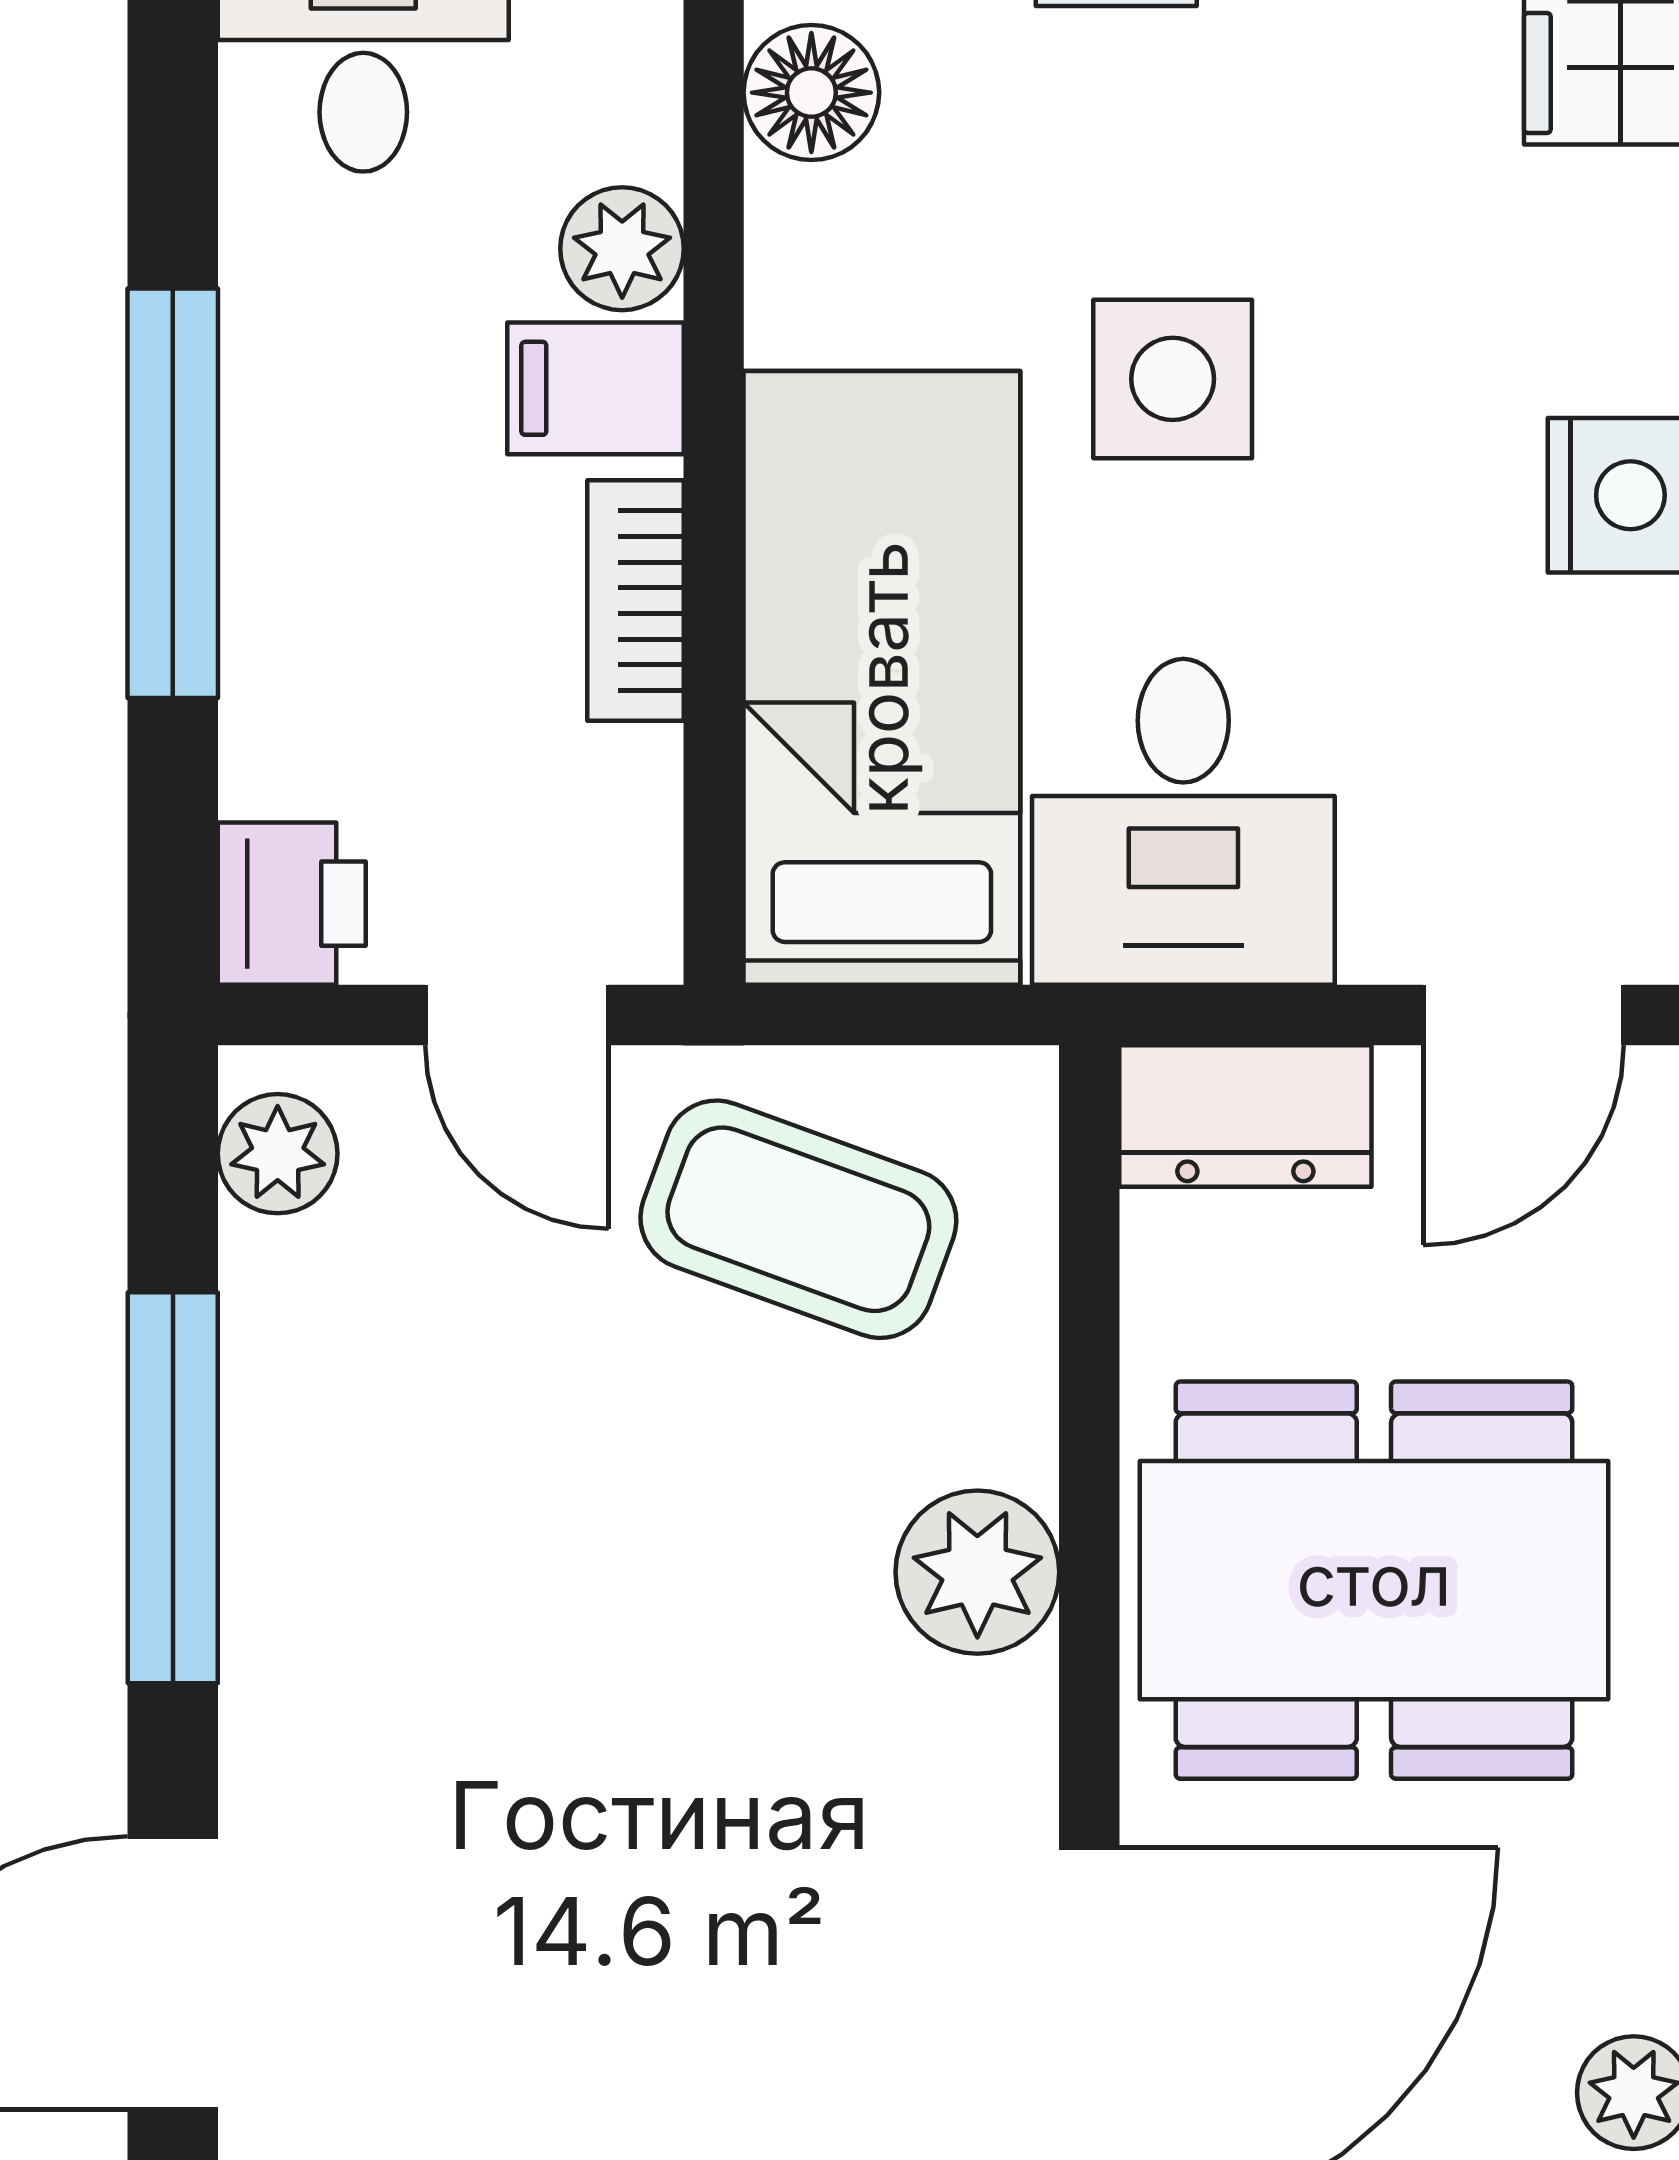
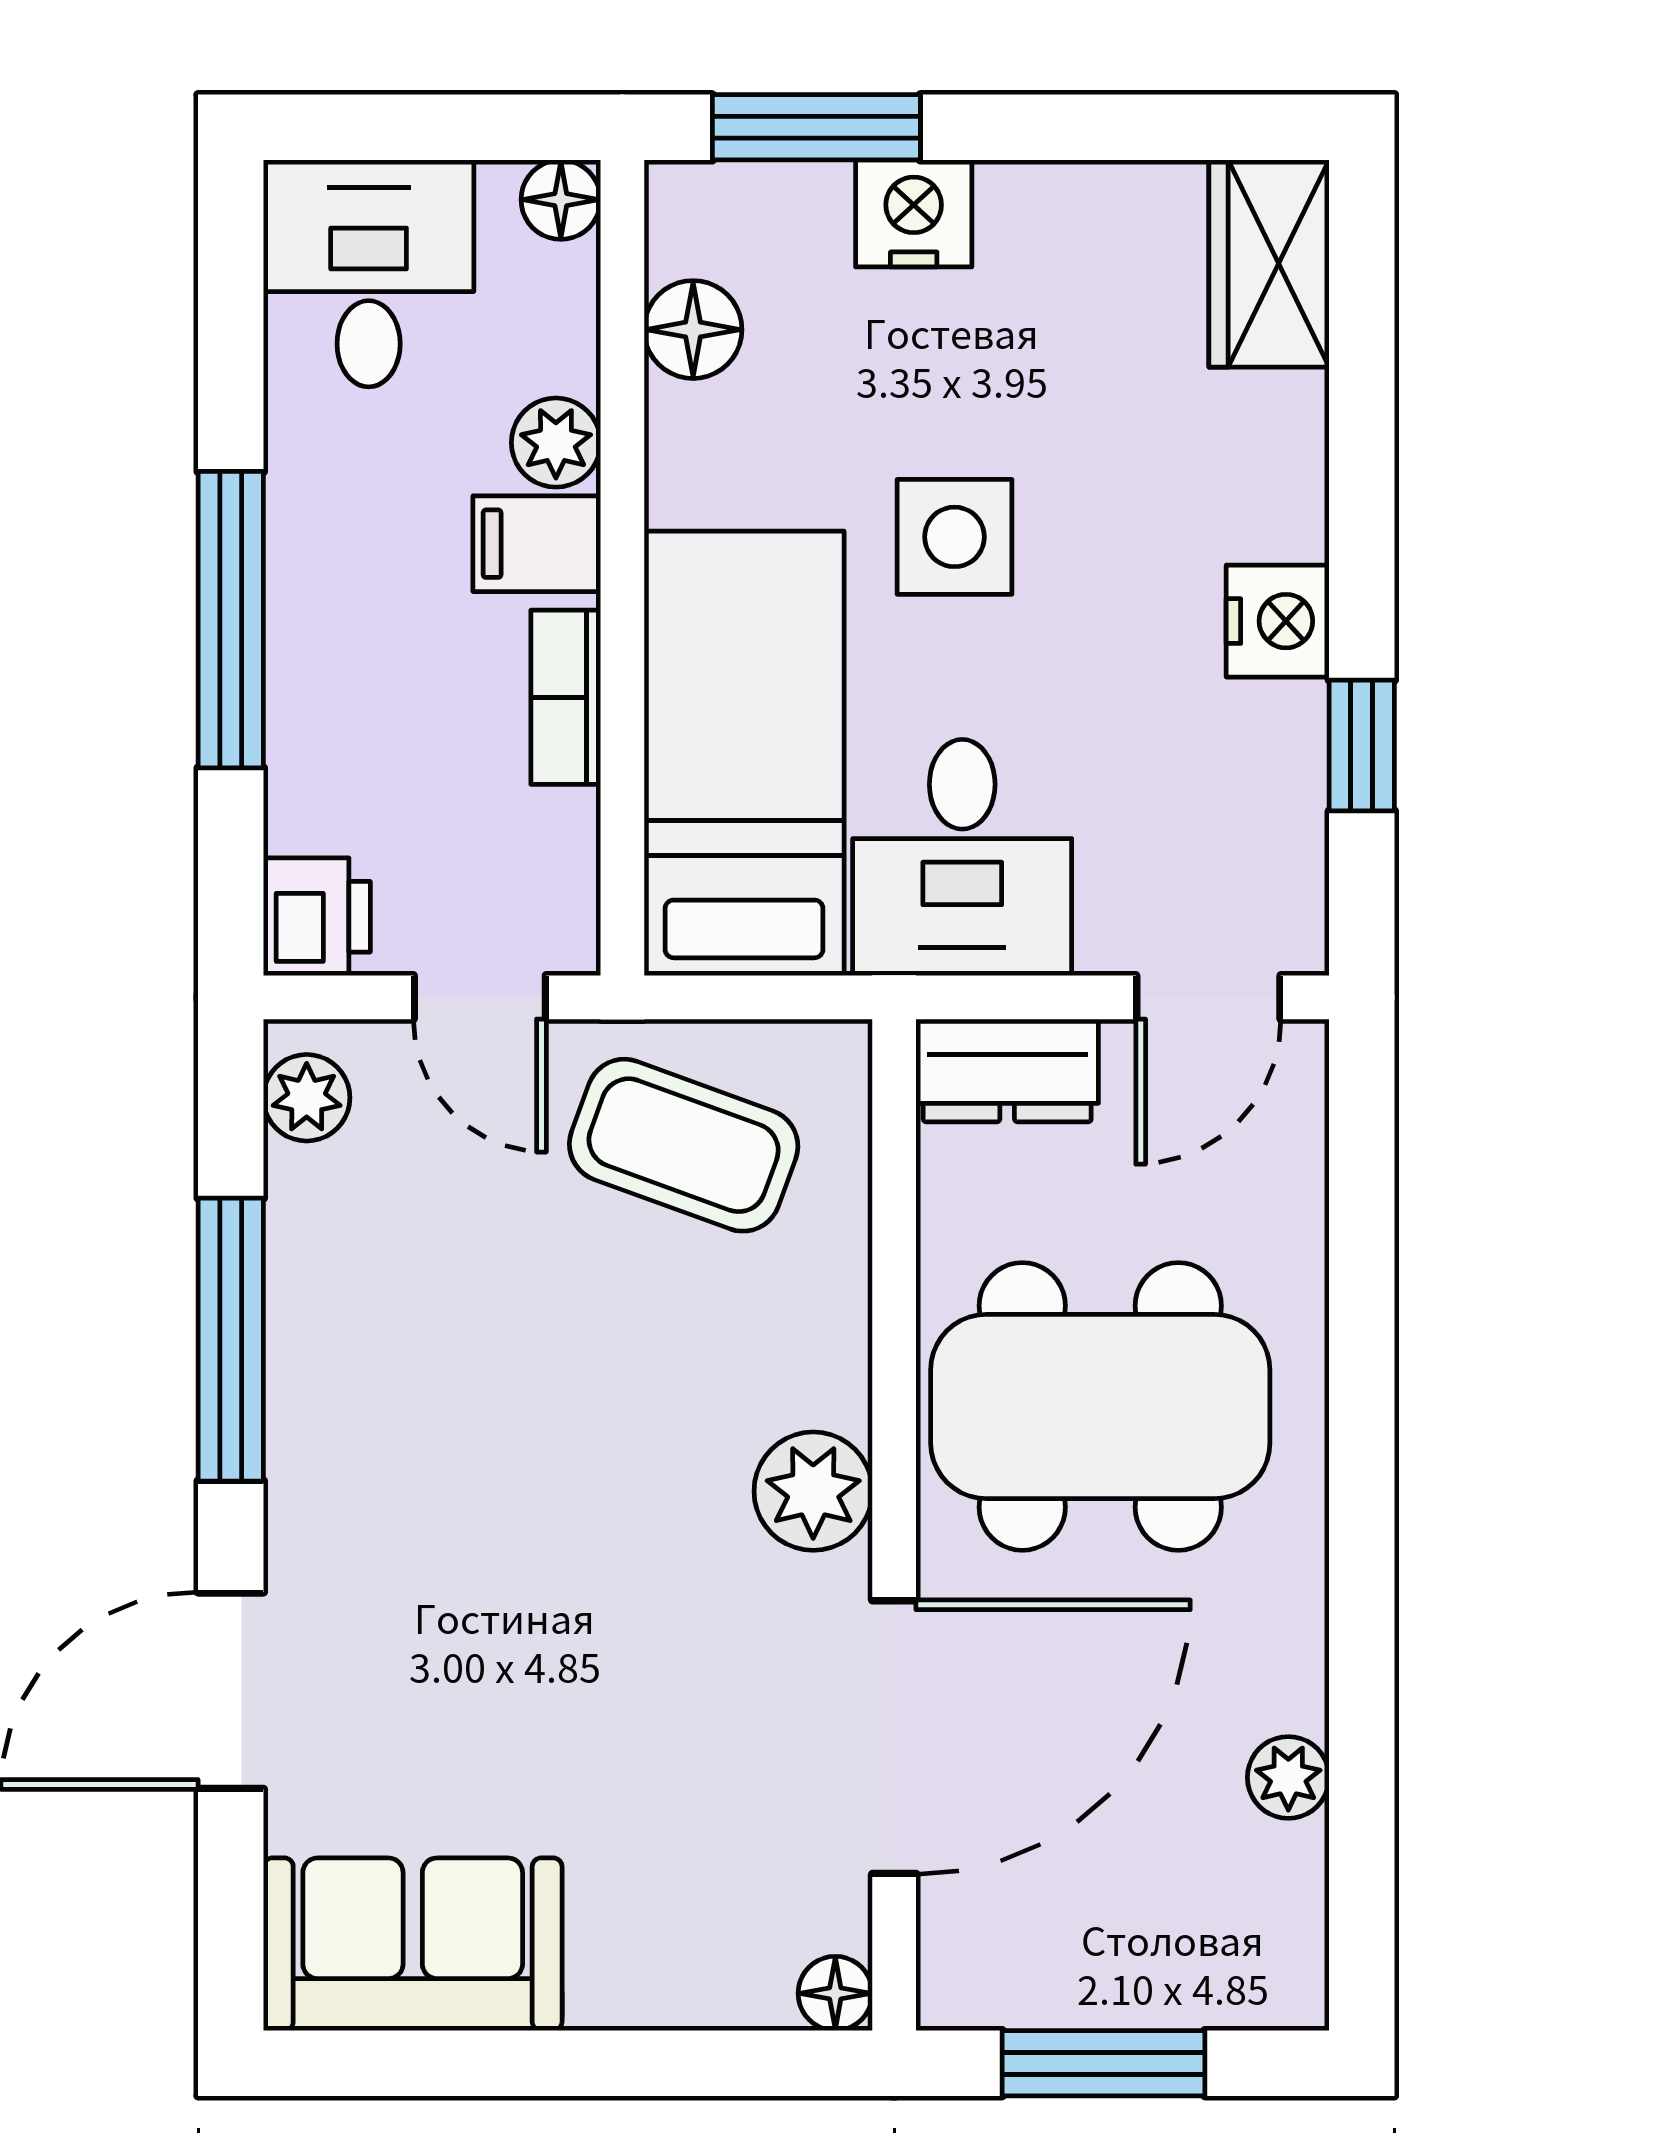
plant: (977, 1572) -> (813, 1491), moved

